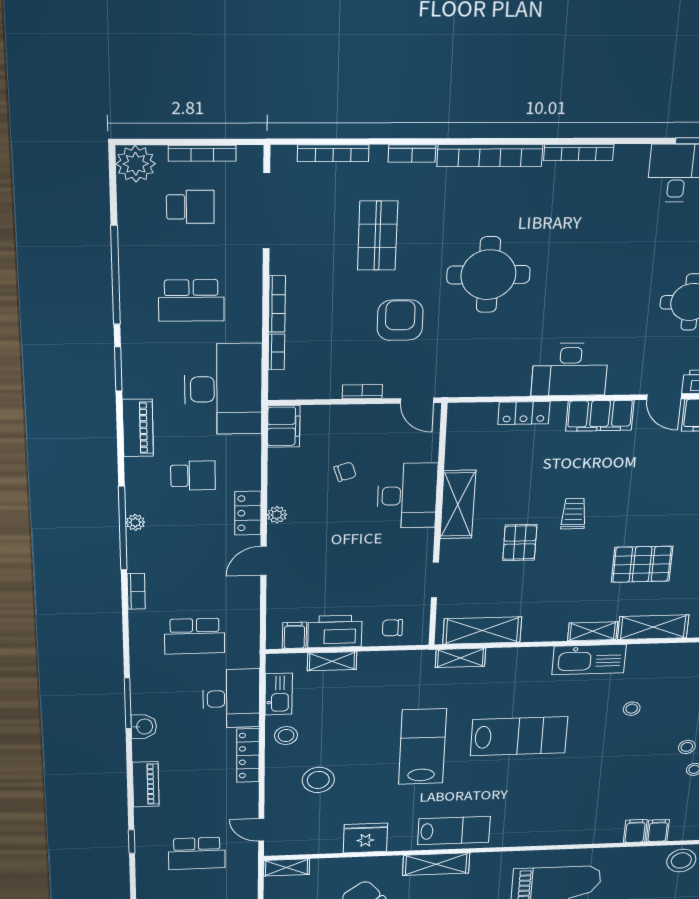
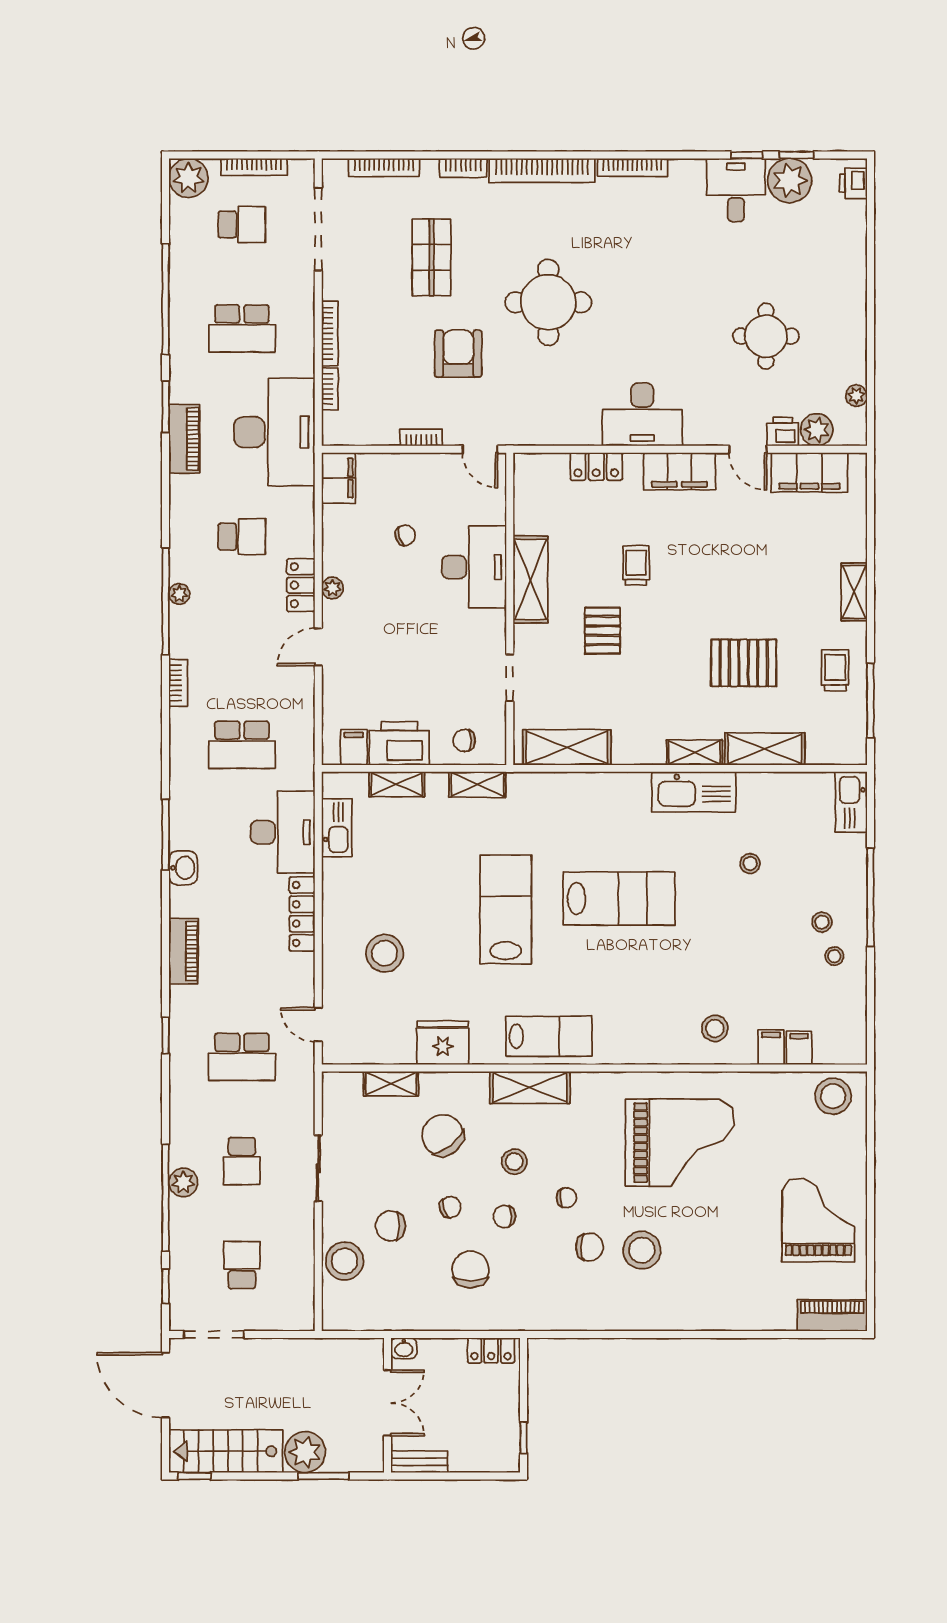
piano: (138, 428) -> (184, 439), moved
trolley: (574, 514) -> (636, 565), moved
shelving: (461, 658) -> (477, 784), moved
stool: (286, 736) -> (715, 1028), moved
shelving: (287, 867) -> (391, 1084), moved

